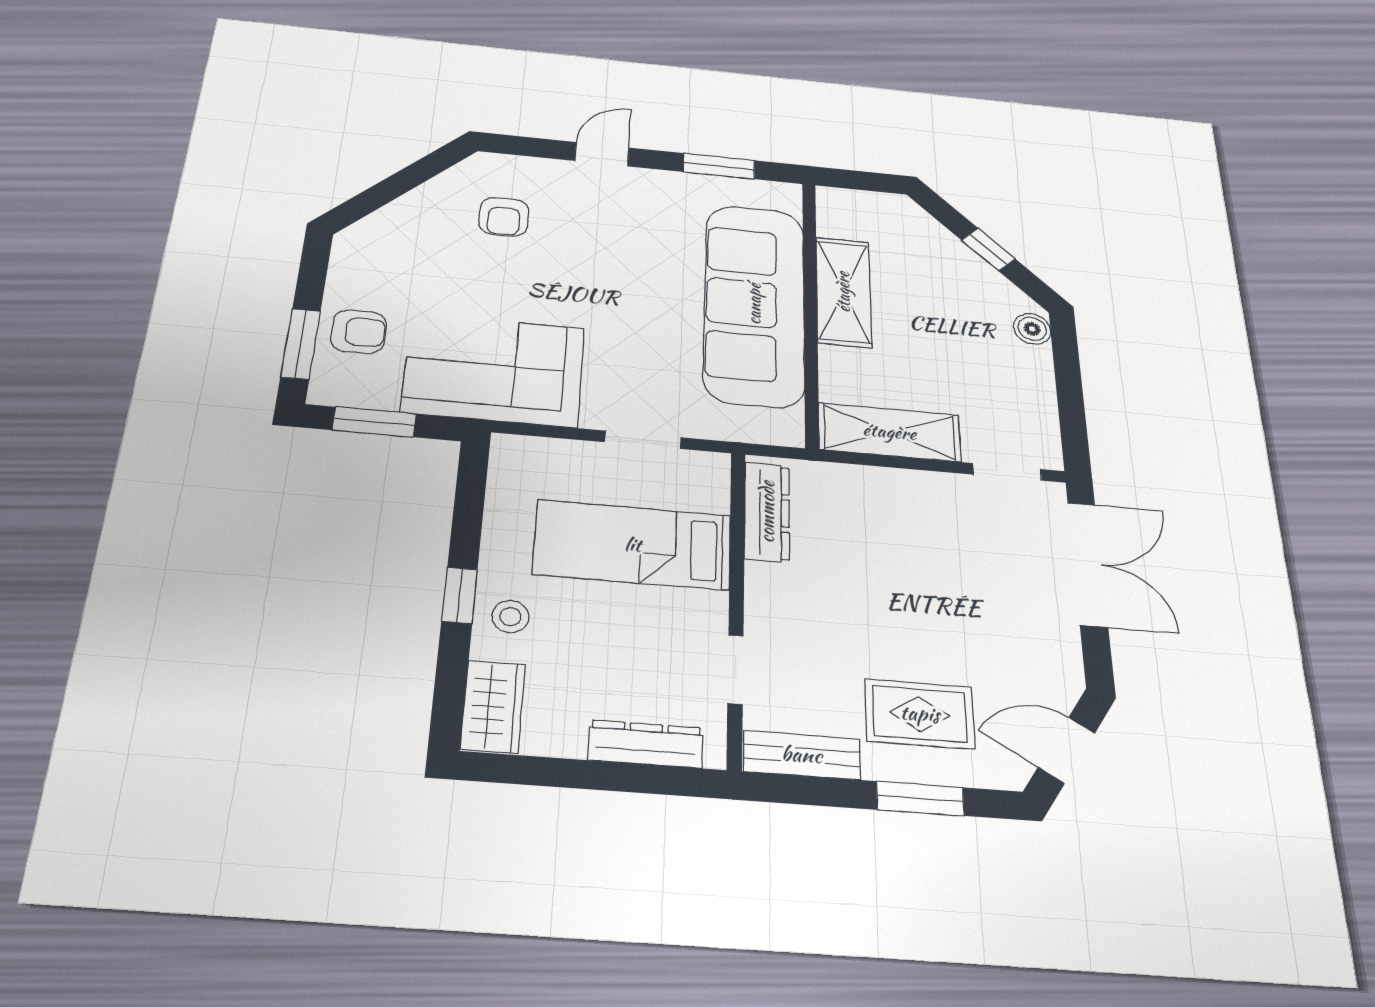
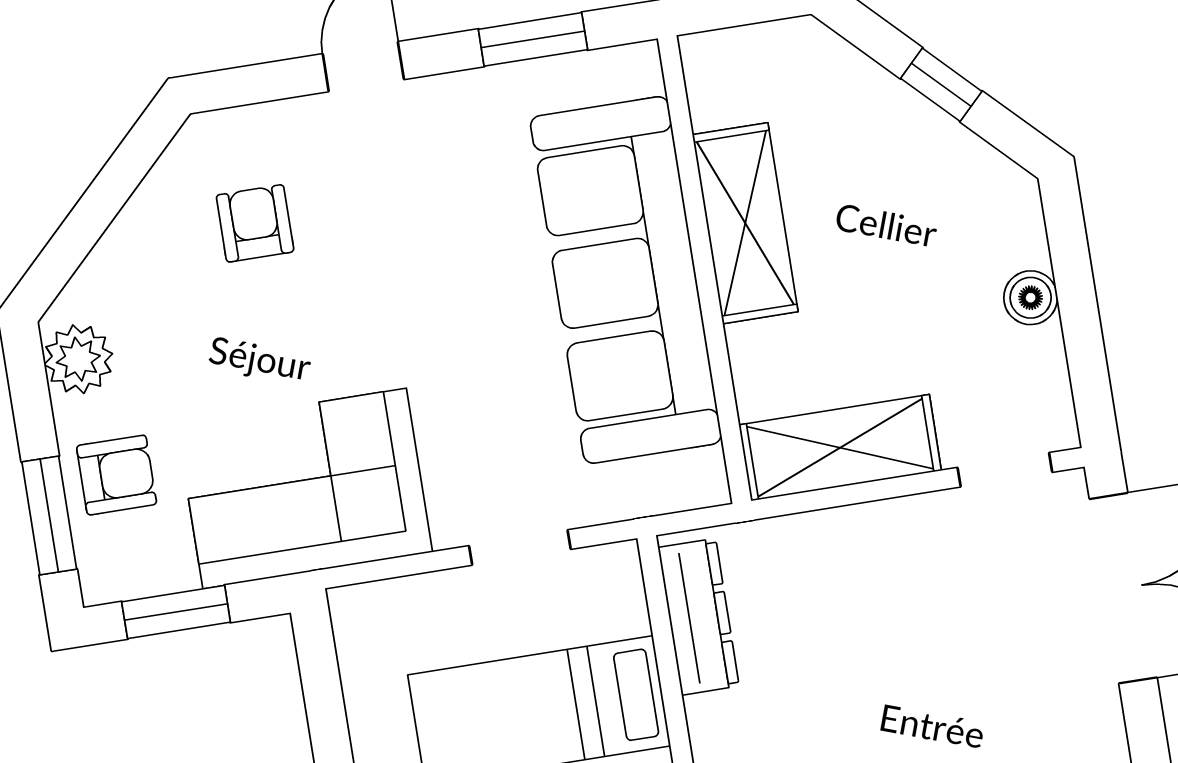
armchair: (504, 217) -> (255, 223), turned 180
plant: (355, 261) -> (78, 359), added
boiler: (1032, 329) -> (1031, 298), moved

